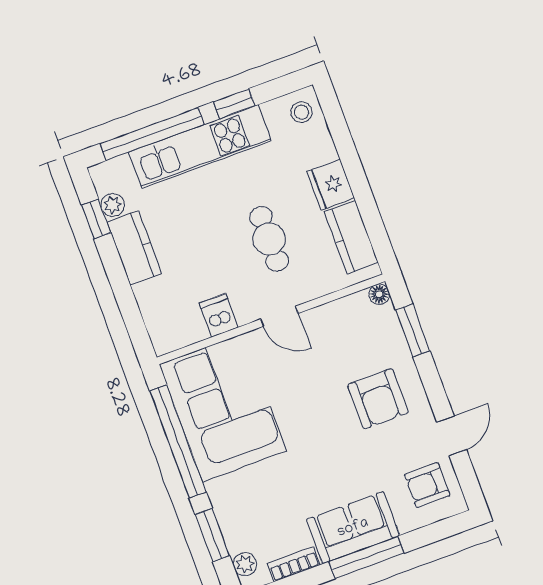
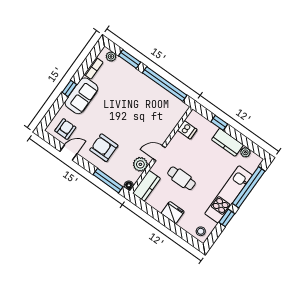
window: (96, 219) -> (219, 123), moved
kitchen counter: (351, 237) -> (146, 186), moved, turned 90
dishwasher: (219, 315) -> (187, 130), moved
plant: (330, 319) -> (140, 164), added
window: (413, 330) -> (108, 181), width x1.44
corner sofa: (223, 408) -> (157, 107), removed
door: (452, 436) -> (69, 152), swing flipped
window: (366, 557) -> (69, 88), width x0.46

